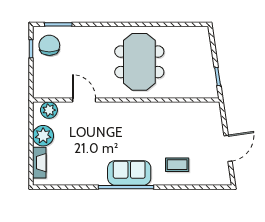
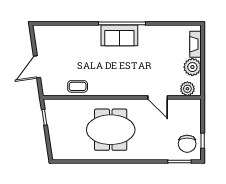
meeting table: (139, 62) -> (111, 130), turned 90
door: (228, 148) -> (37, 67), moved
coffee table: (177, 165) -> (78, 86), moved

